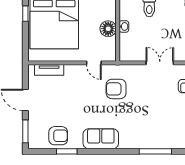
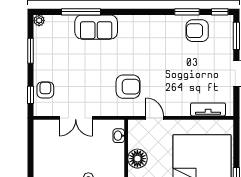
washbasin: (124, 26) -> (119, 136), moved
sofa: (101, 139) -> (96, 27), moved
window: (39, 151) -> (220, 12), added

